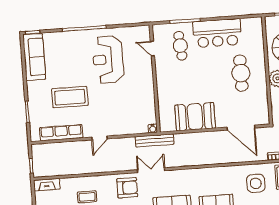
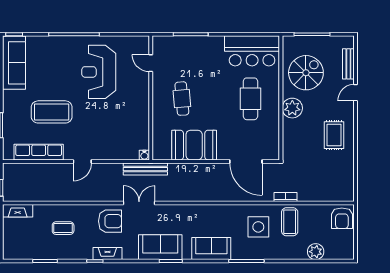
bar counter: (217, 33) -> (252, 51), moved
cafe table: (180, 46) -> (182, 99), moved

